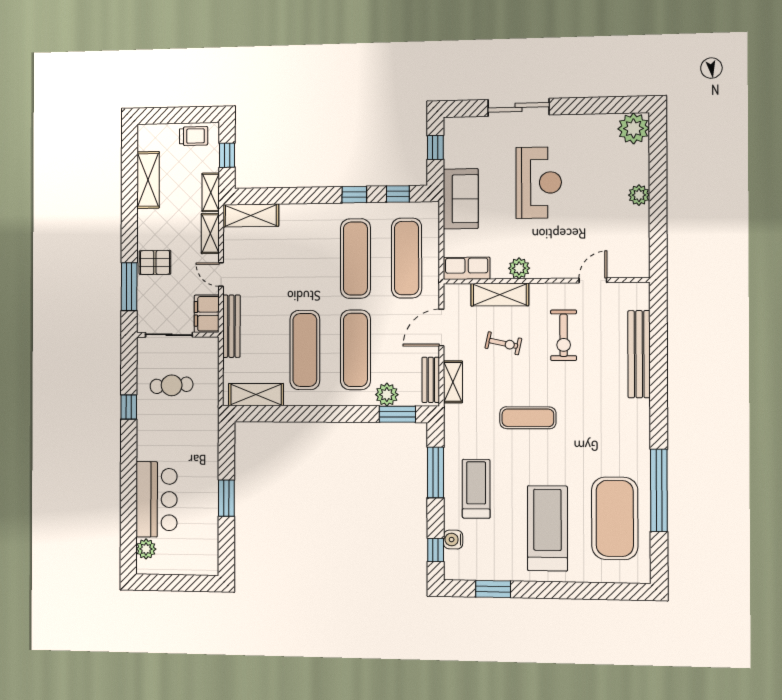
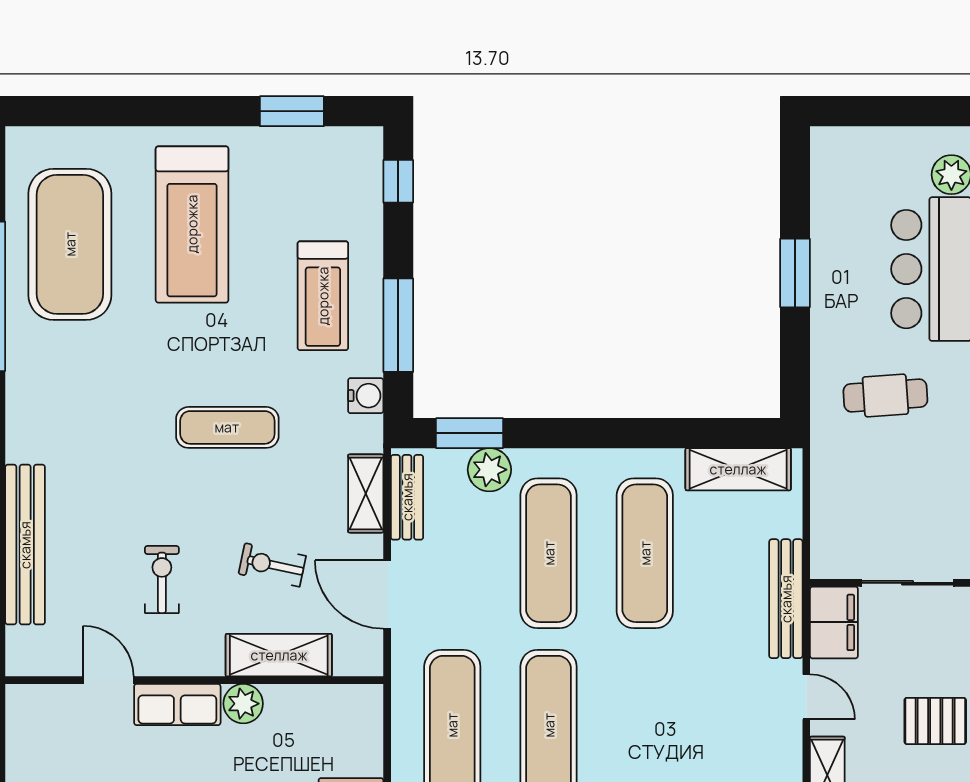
row of seats: (467, 268) -> (177, 705), moved
door: (593, 280) -> (108, 680), swing flipped
door: (441, 328) -> (387, 594), swing flipped
exercise bike: (564, 335) -> (162, 579), width x0.73, depth x0.72
cafe table: (172, 385) -> (885, 396), moved
water cooler: (453, 540) -> (366, 396), moved

